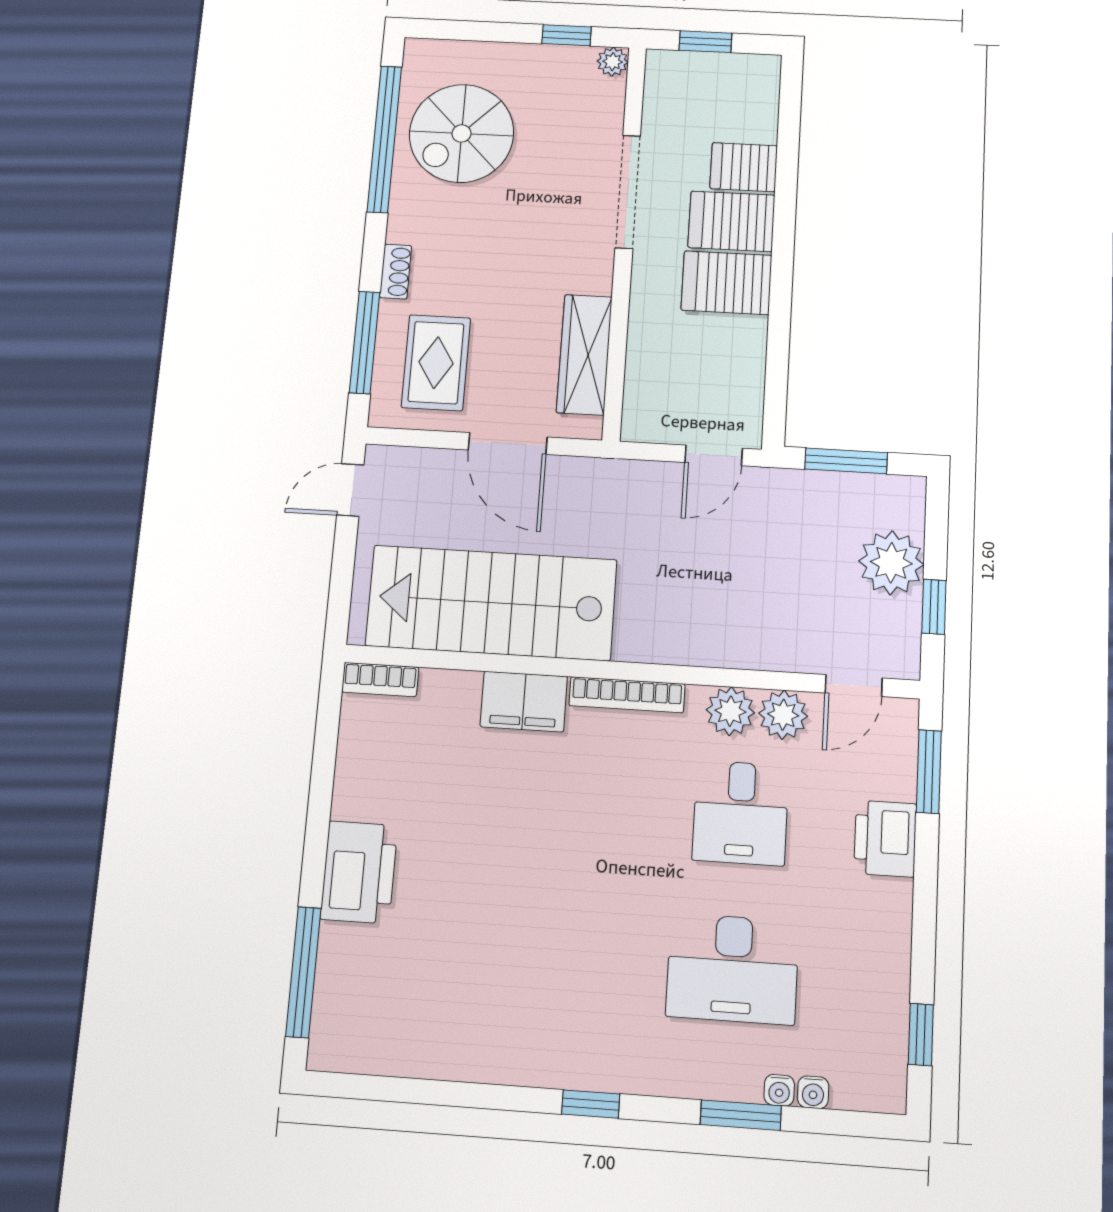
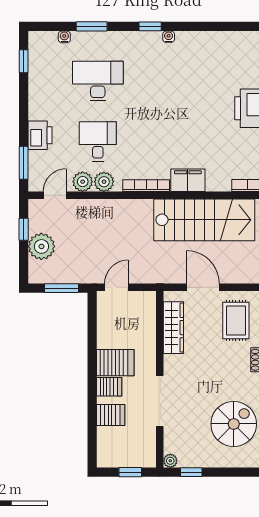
server rack: (732, 221) -> (109, 387), width x0.73, depth x0.70
water cooler: (779, 1090) -> (169, 37), moved

